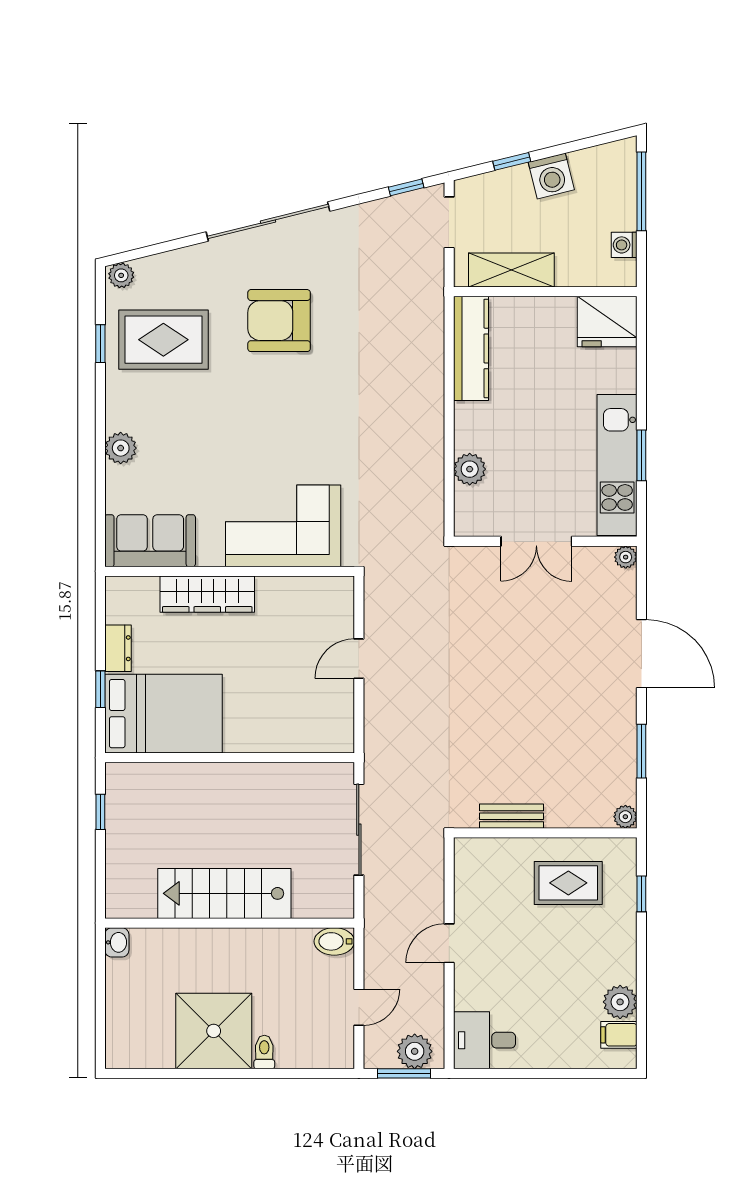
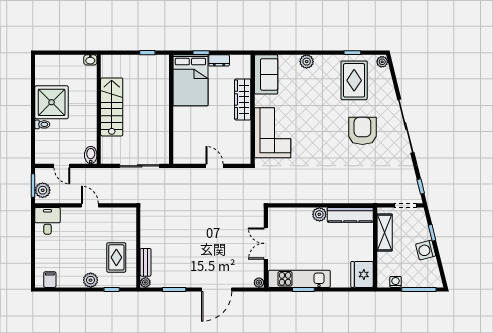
plant: (470, 469) -> (319, 214), moved
bench: (512, 816) -> (146, 262), moved
plant: (620, 1002) -> (91, 280), moved

